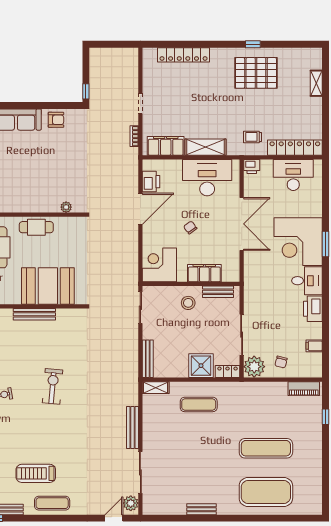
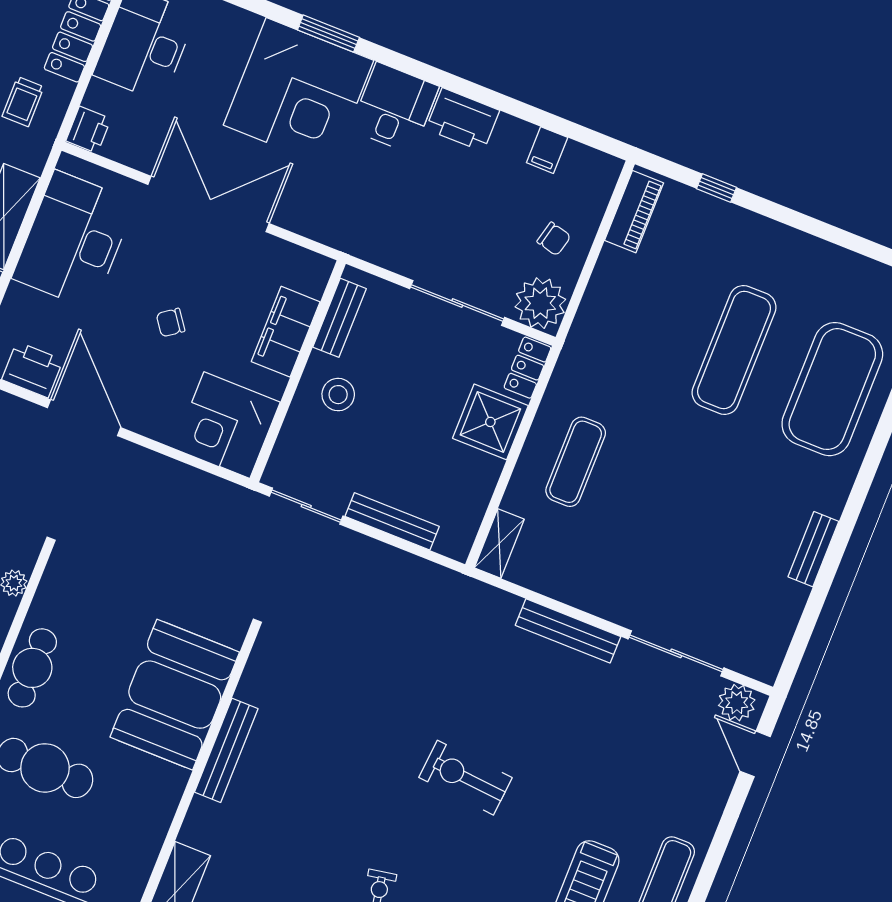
bench: (148, 359) -> (392, 521), moved
exercise bike: (53, 386) -> (465, 778), moved

